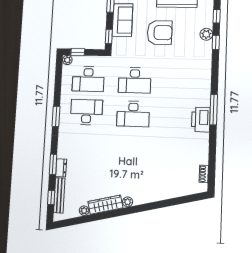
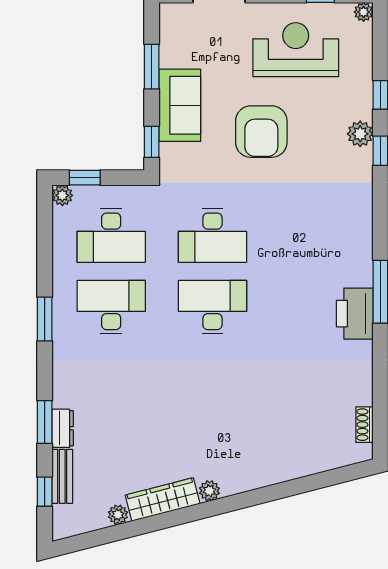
armchair: (160, 33) -> (261, 132), turned 90
desk: (133, 114) -> (212, 307), turned 180
bench: (59, 195) -> (62, 476), width x0.73

